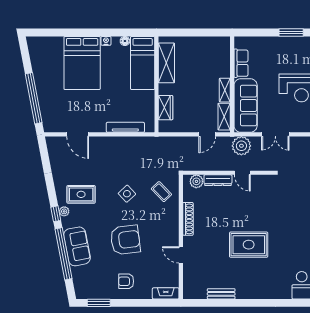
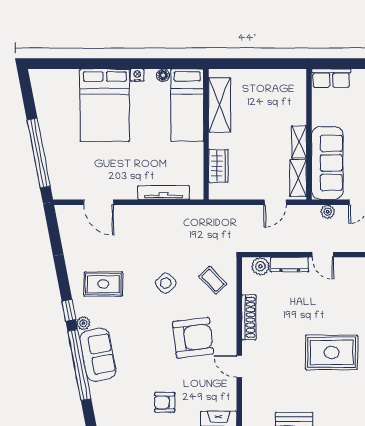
row of seats: (241, 63) -> (331, 78), moved, turned 90
plant: (241, 146) -> (328, 212), width x0.53, depth x0.53
plant: (64, 211) -> (83, 323), moved
armchair: (125, 240) -> (193, 338), moved

